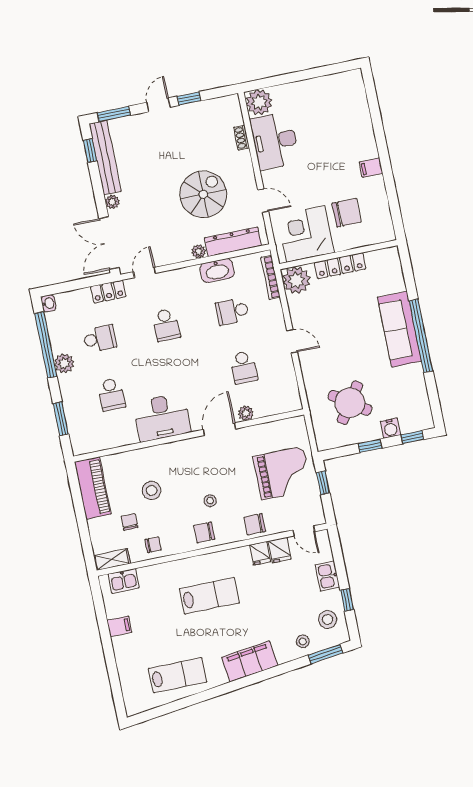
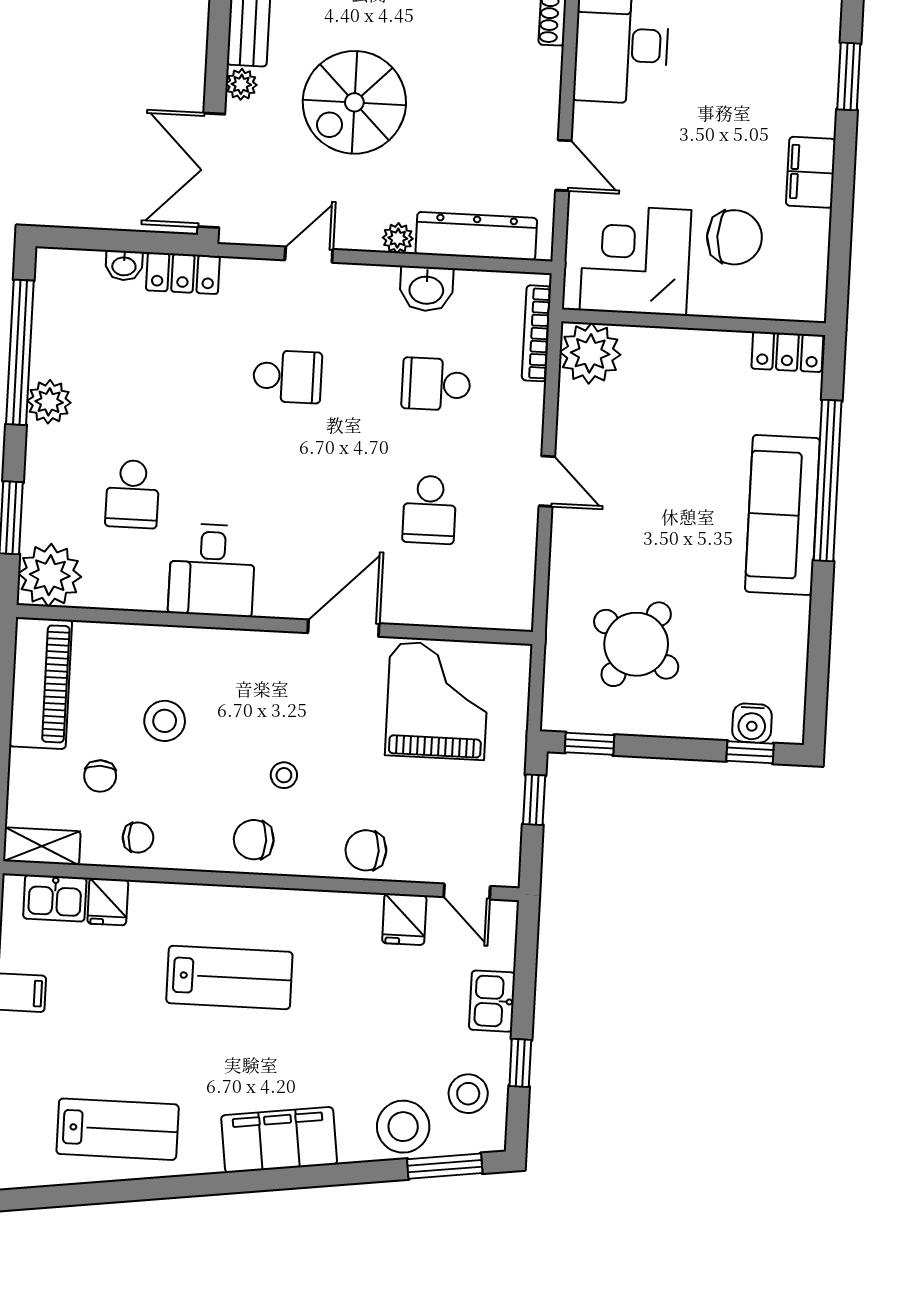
window: (378, 129) -> (849, 76), added
filing cabinet: (371, 168) -> (811, 172), width x2.00
spiral stairs: (203, 194) -> (354, 102), moved, turned 180
locker: (340, 266) -> (787, 352), moved, width x0.66
washbasin: (217, 271) -> (426, 289), width x0.72
door: (144, 272) -> (309, 255), moved
washbasin: (48, 303) -> (124, 266), moved, turned 90
school desk: (166, 325) -> (287, 376), turned -90
window: (421, 336) -> (828, 480), moved
school desk: (100, 339) -> (139, 369), removed
plant: (246, 413) -> (50, 575), moved, width x1.88, depth x1.88
desk: (162, 417) -> (212, 570), width x0.73
water cooler: (390, 428) -> (752, 723), moved
window: (370, 446) -> (590, 744), moved
grand piano: (283, 473) -> (437, 701), moved, turned -90
chair: (129, 522) -> (100, 776), turned 180
fridge: (260, 553) -> (108, 902), moved
stool: (303, 641) -> (403, 1127), width x1.89, depth x1.89

